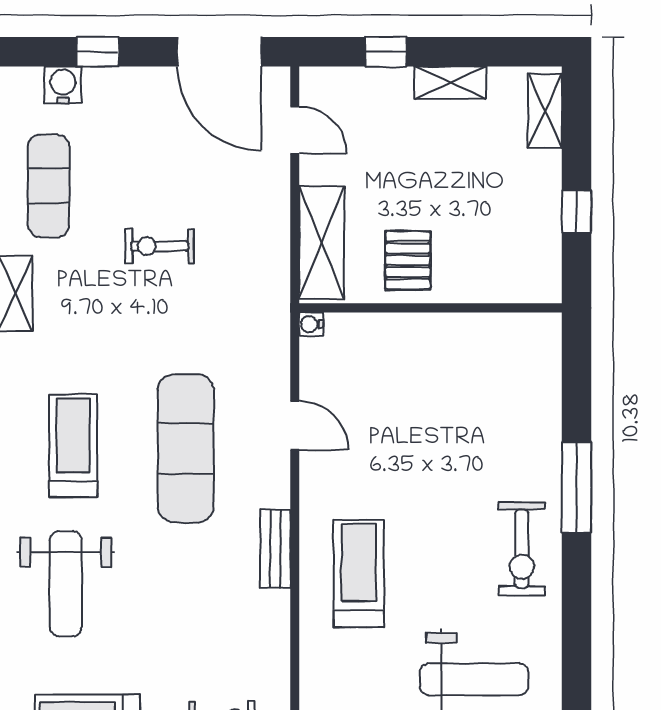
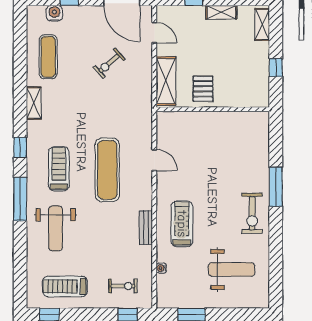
exercise bike: (160, 246) -> (109, 63), moved, turned -41
water cooler: (311, 324) -> (161, 268), moved
bench: (275, 549) -> (146, 228), moved

